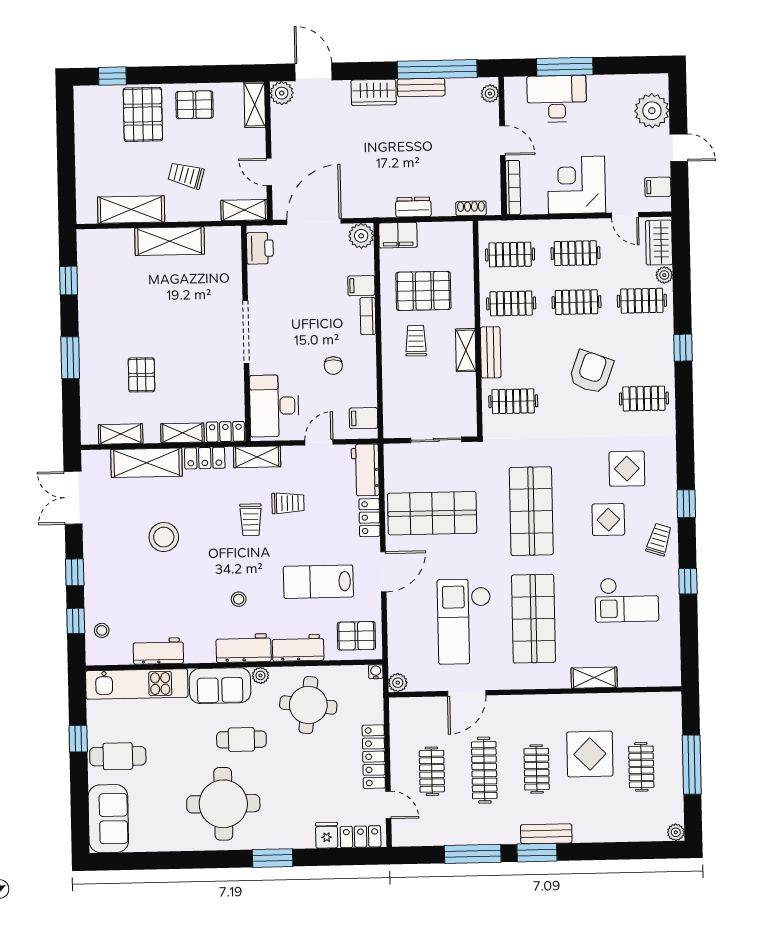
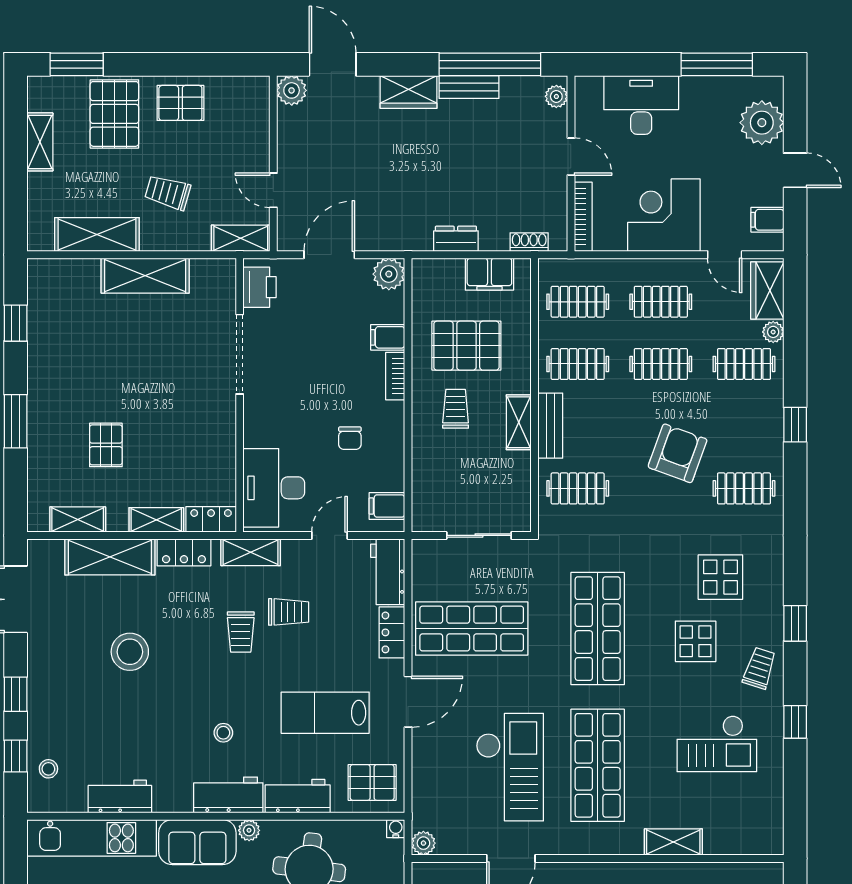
window: (565, 67) -> (717, 64), moved
window: (112, 76) -> (77, 64), width x1.50
shelving: (255, 105) -> (40, 142), moved
door: (314, 222) -> (329, 255), width x0.73
filing cabinet: (398, 235) -> (489, 274), moved
doorway: (246, 332) -> (240, 354), moved
checkout: (464, 621) -> (510, 767), turned 180

